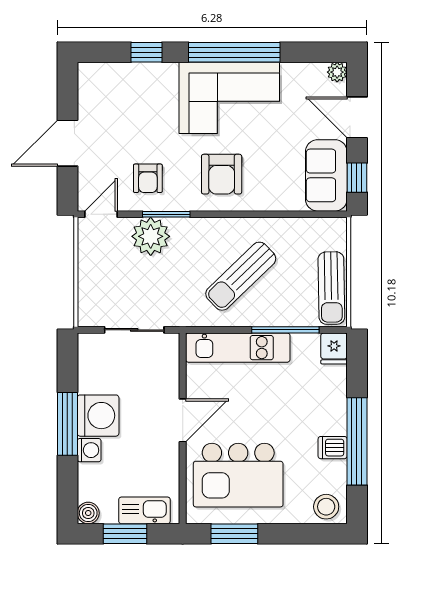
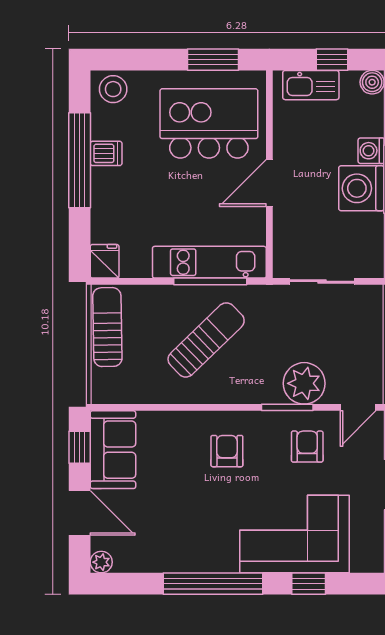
corner sofa: (229, 98) -> (294, 534), moved
armchair: (222, 174) -> (227, 451), width x0.72, depth x0.72
window: (285, 330) -> (210, 281), moved
window: (125, 534) -> (332, 60), width x0.67

